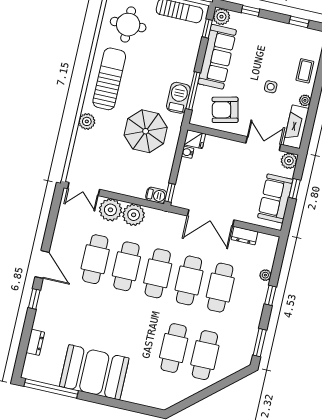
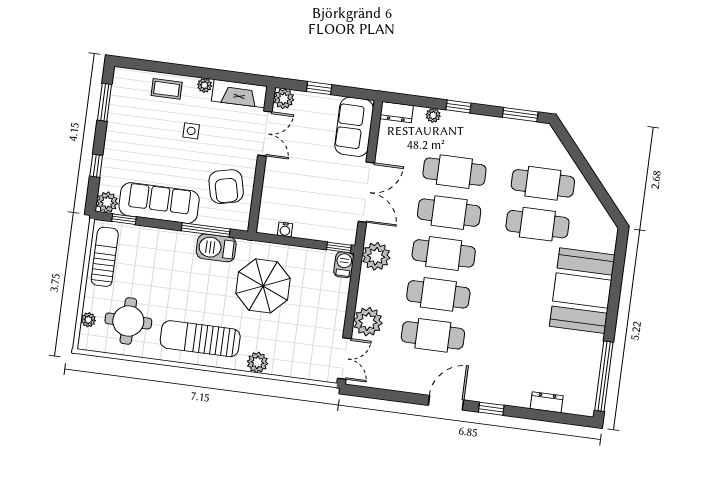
window: (299, 22) -> (105, 102), width x1.50
fridge: (195, 139) -> (267, 222), removed
double door: (263, 144) -> (265, 134), swing flipped
sofa: (275, 198) -> (354, 127), moved, turned 90
plant: (134, 215) -> (376, 256), moved
dresser: (244, 236) -> (397, 112), moved, turned 90
booth: (94, 372) -> (582, 291), moved

